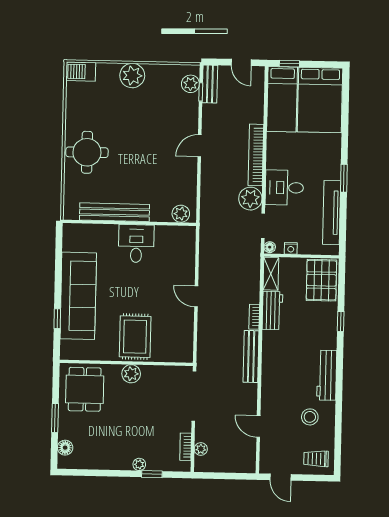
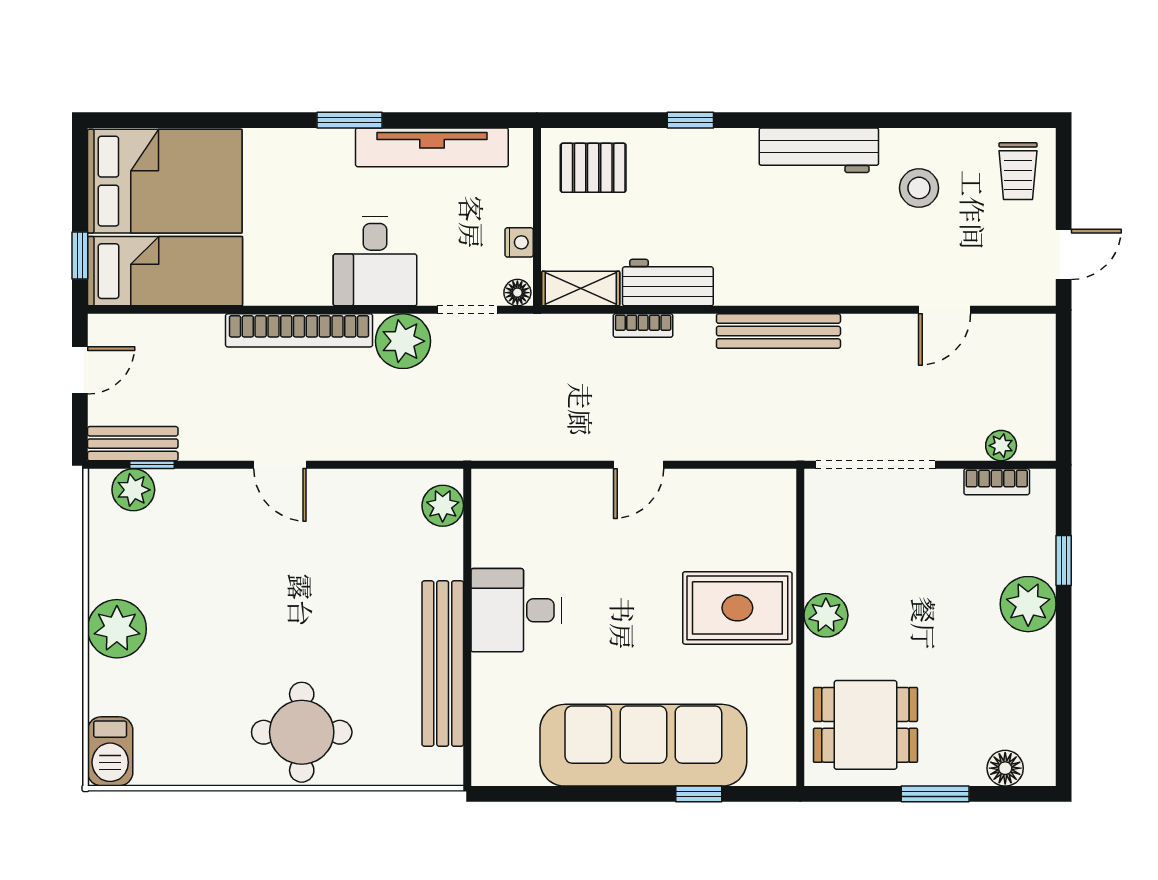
pallet: (321, 280) -> (593, 168), width x0.67, depth x0.71
bookcase: (254, 317) -> (643, 326), moved
plant: (139, 464) -> (1028, 604), width x1.87, depth x1.87

